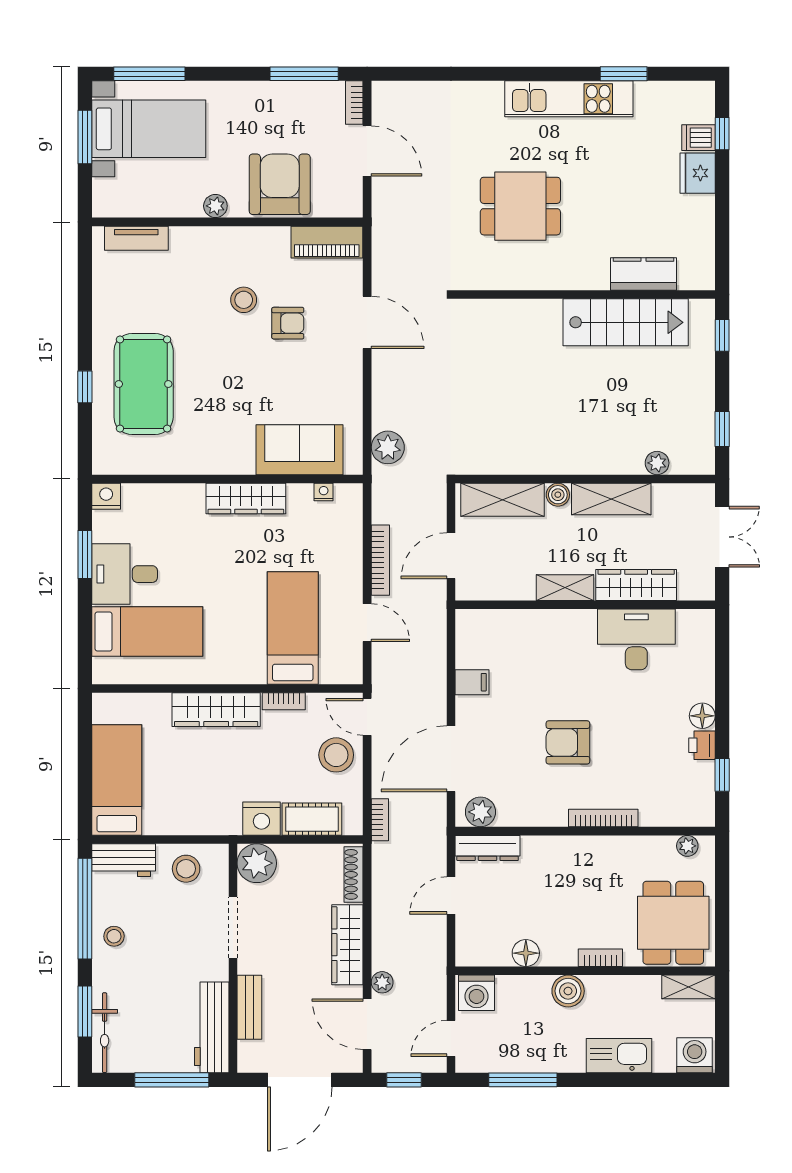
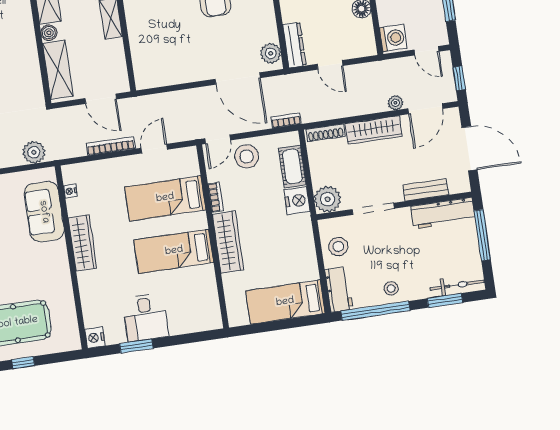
bed: (147, 632) -> (174, 251), moved, turned -90
filing cabinet: (472, 682) -> (184, 72), removed

